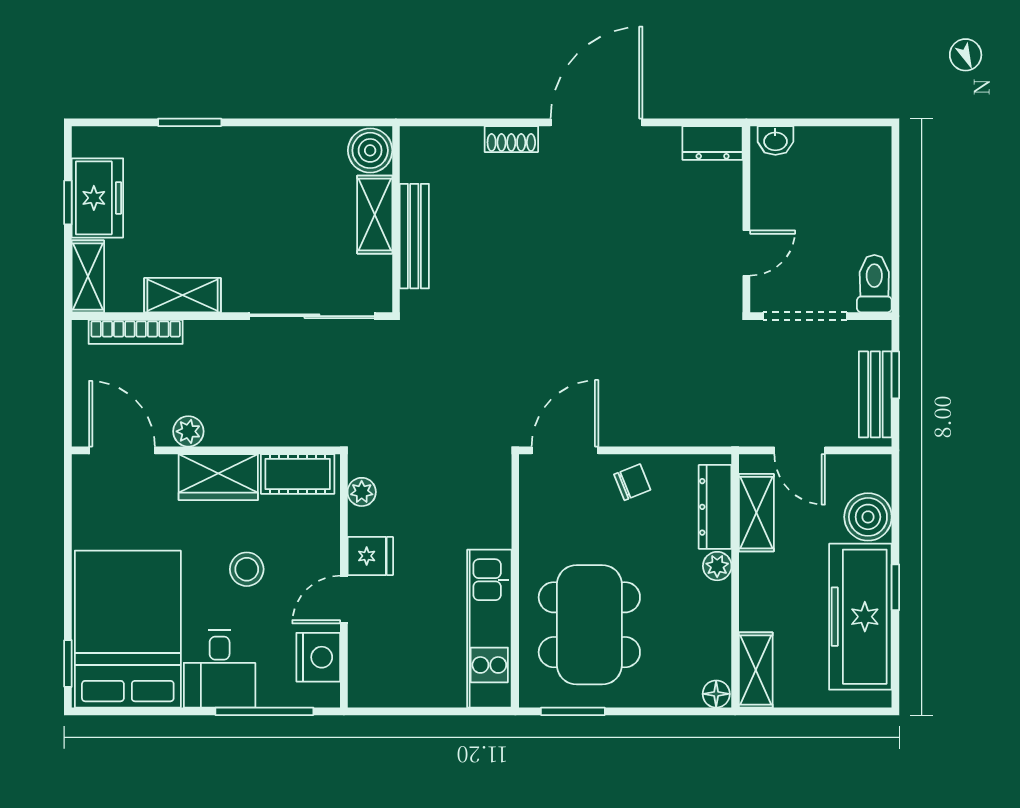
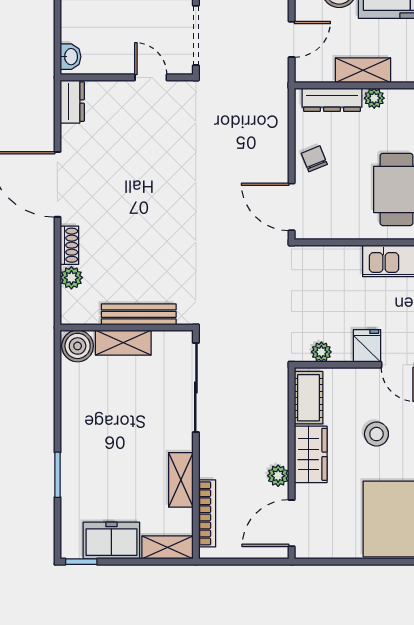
plant: (466, 142) -> (71, 278), added
window: (68, 202) -> (81, 562), moved
shelving: (756, 513) -> (363, 70), moved

